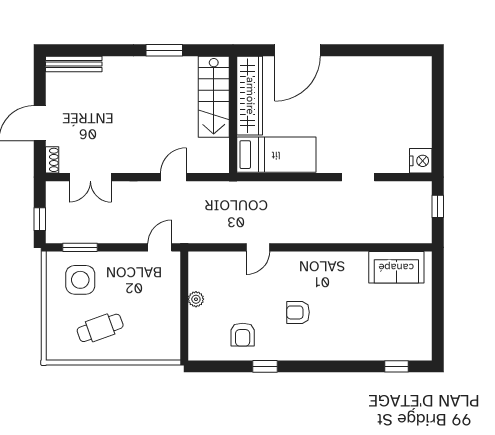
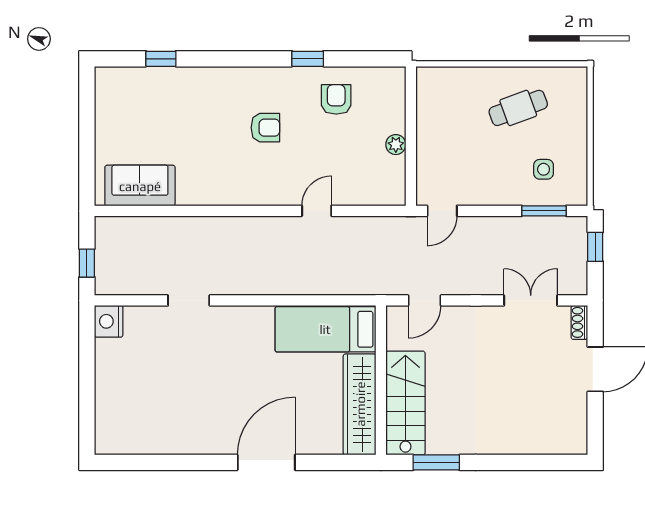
bench: (74, 64) -> (552, 445), removed
wardrobe: (250, 96) -> (360, 404), moved
stairs: (214, 97) -> (405, 403), moved
wall: (233, 115) -> (381, 380), moved
bed: (276, 155) -> (325, 329), moved
side table: (80, 280) -> (544, 169), width x0.54, depth x0.54
window: (397, 366) -> (161, 59), moved

